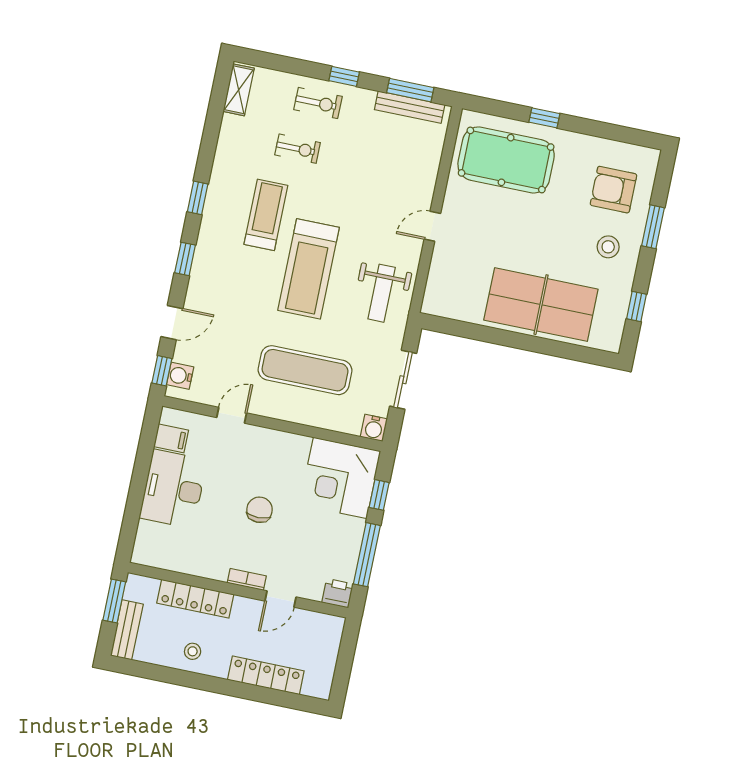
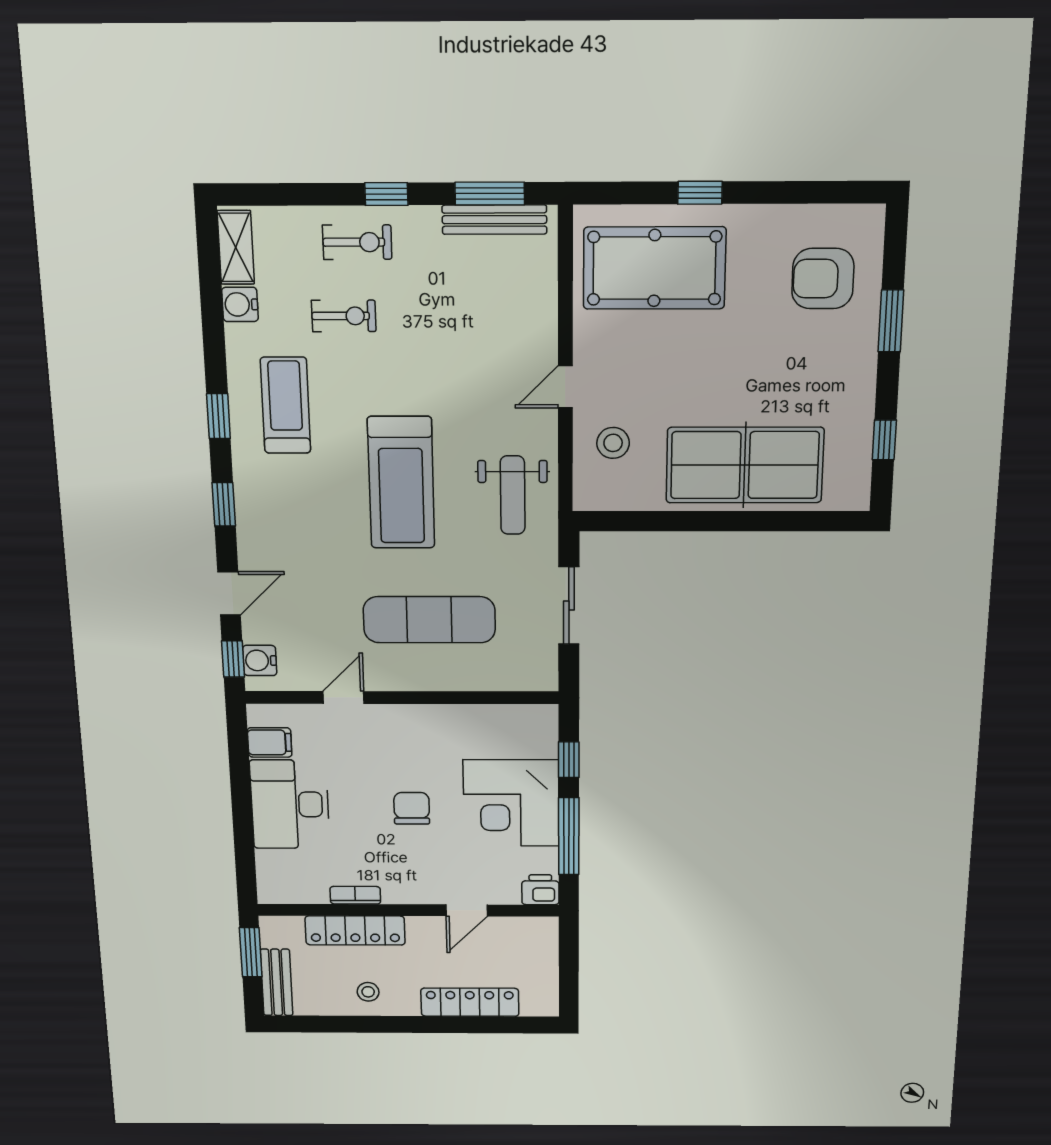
treadmill: (266, 215) -> (286, 405), moved
stool: (608, 247) -> (613, 443), moved
water cooler: (374, 428) -> (240, 304), moved, turned 90
corner desk: (340, 478) -> (511, 803), moved
bookcase: (247, 579) -> (355, 895), moved

